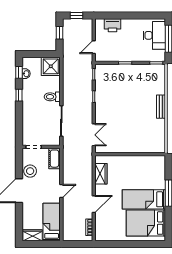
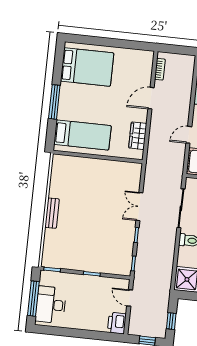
printer: (112, 25) -> (117, 323), moved, turned -90
door: (94, 47) -> (130, 298), swing flipped
double door: (94, 135) -> (139, 207), moved
door: (61, 191) -> (189, 135), moved
bed: (144, 199) -> (82, 135), moved

